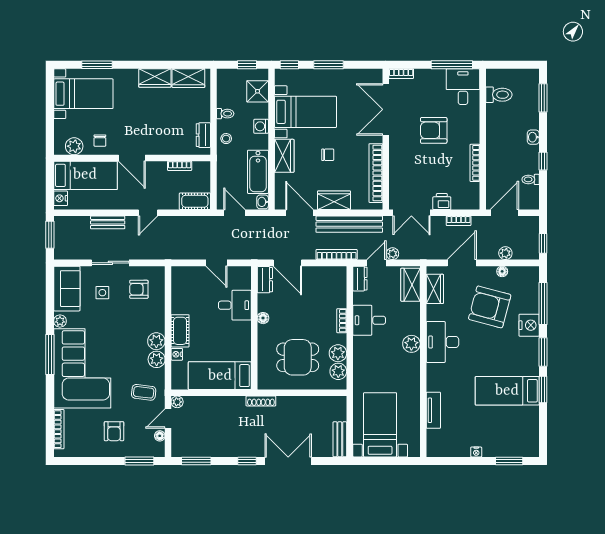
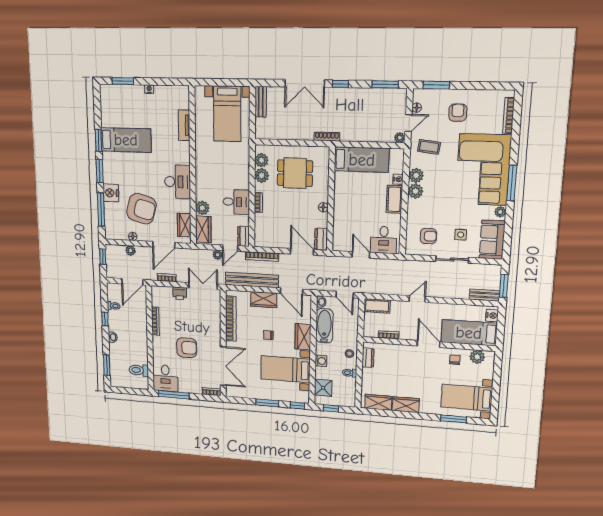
bench: (108, 222) -> (485, 295), moved
desk: (235, 305) -> (384, 240), moved, turned -90
plant: (411, 344) -> (202, 208), moved

